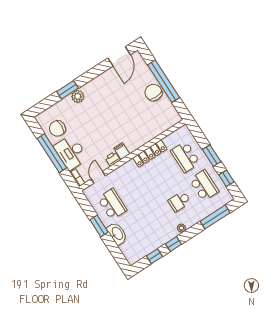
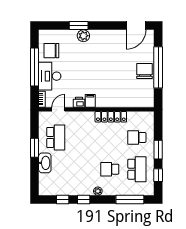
school desk: (185, 157) -> (137, 137), width x0.54

